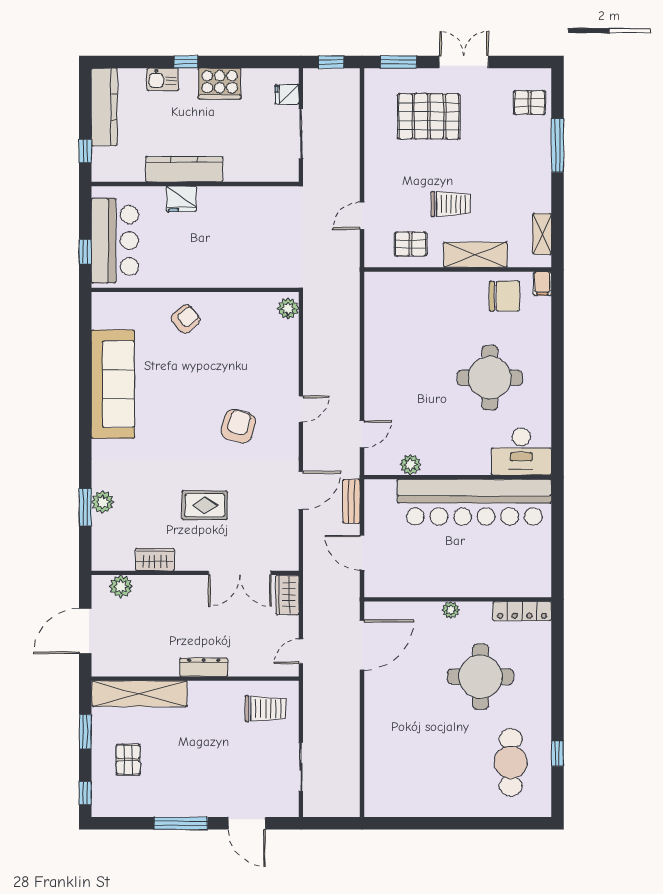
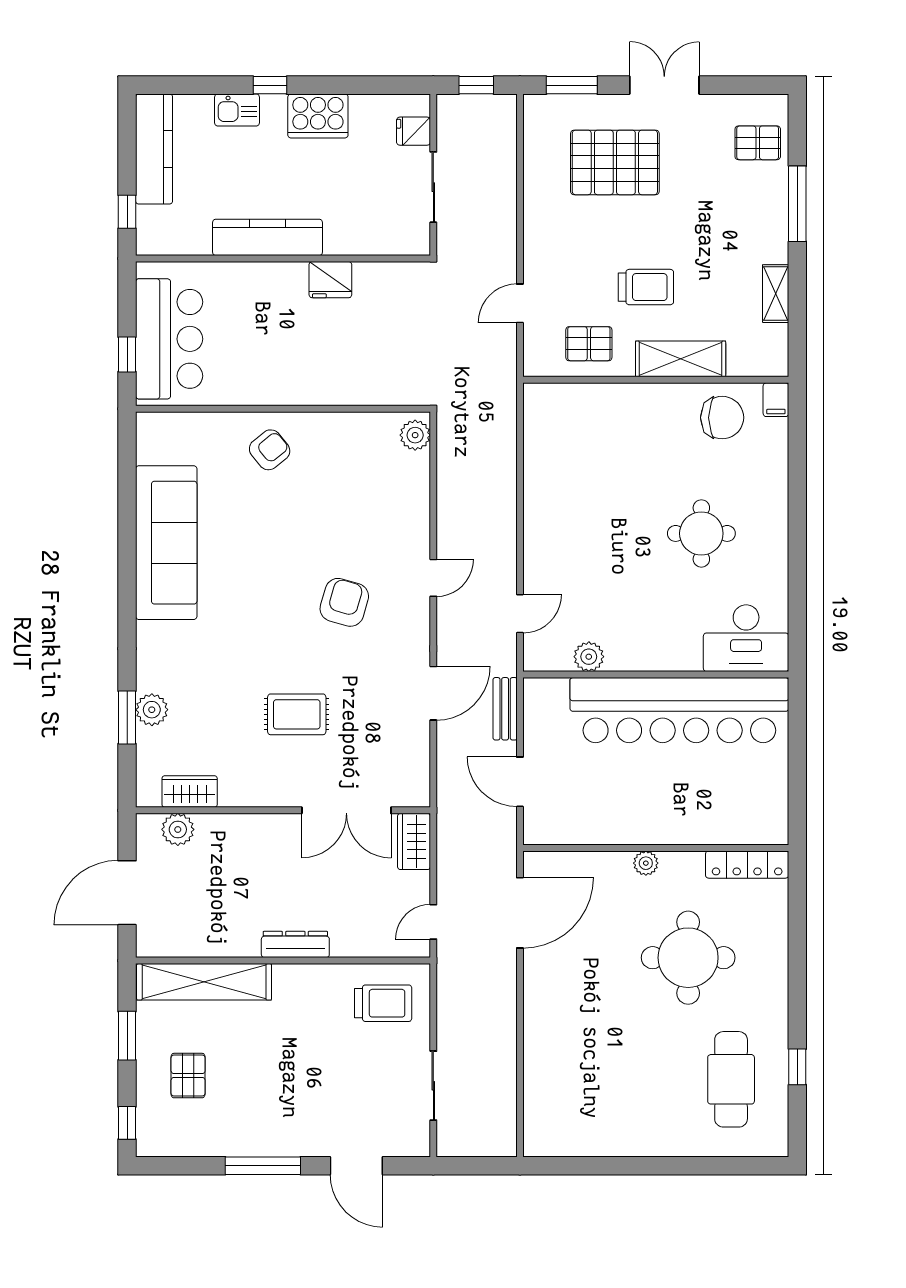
fridge: (181, 199) -> (330, 280), moved
shelving: (542, 234) -> (776, 294), moved
round table: (490, 378) -> (701, 533), width x0.73, depth x0.73
wardrobe: (155, 560) -> (190, 791), moved

